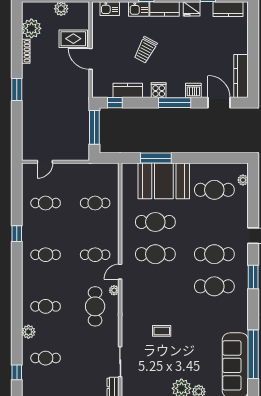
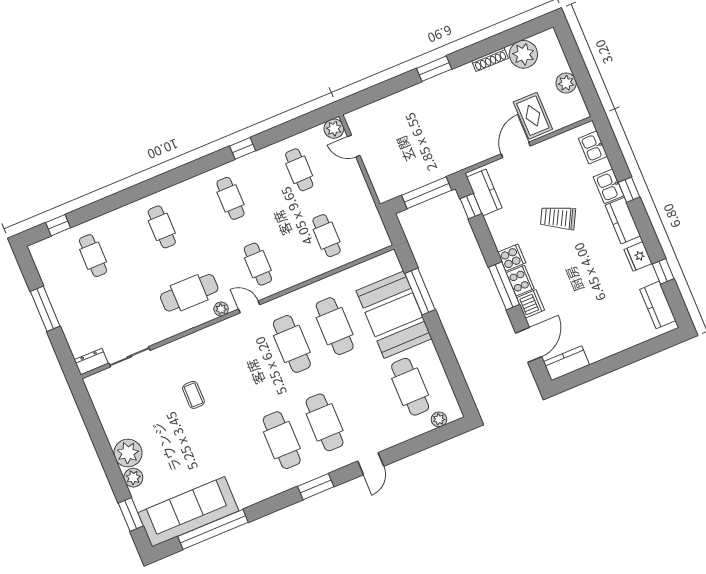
kitchen counter: (241, 76) -> (566, 363), width x0.67
kitchen counter: (128, 90) -> (484, 193), moved
cooker: (176, 91) -> (520, 281), added
plant: (28, 332) -> (334, 129), moved

